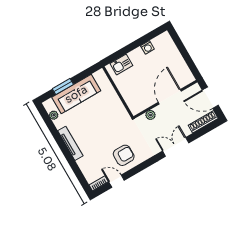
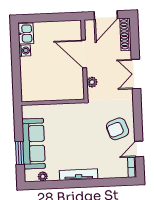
kitchen sink: (121, 64) -> (26, 34), moved
armchair: (124, 155) -> (118, 129), turned -109

